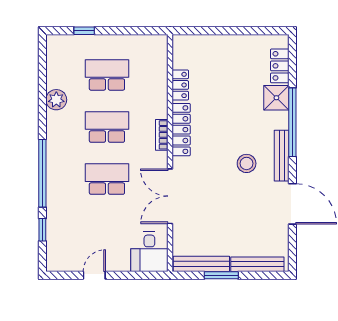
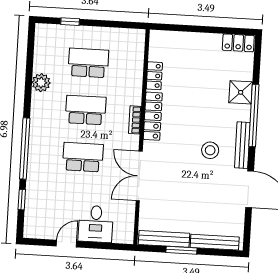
locker: (280, 66) -> (238, 43), moved, turned -90
desk: (149, 252) -> (96, 224), moved

